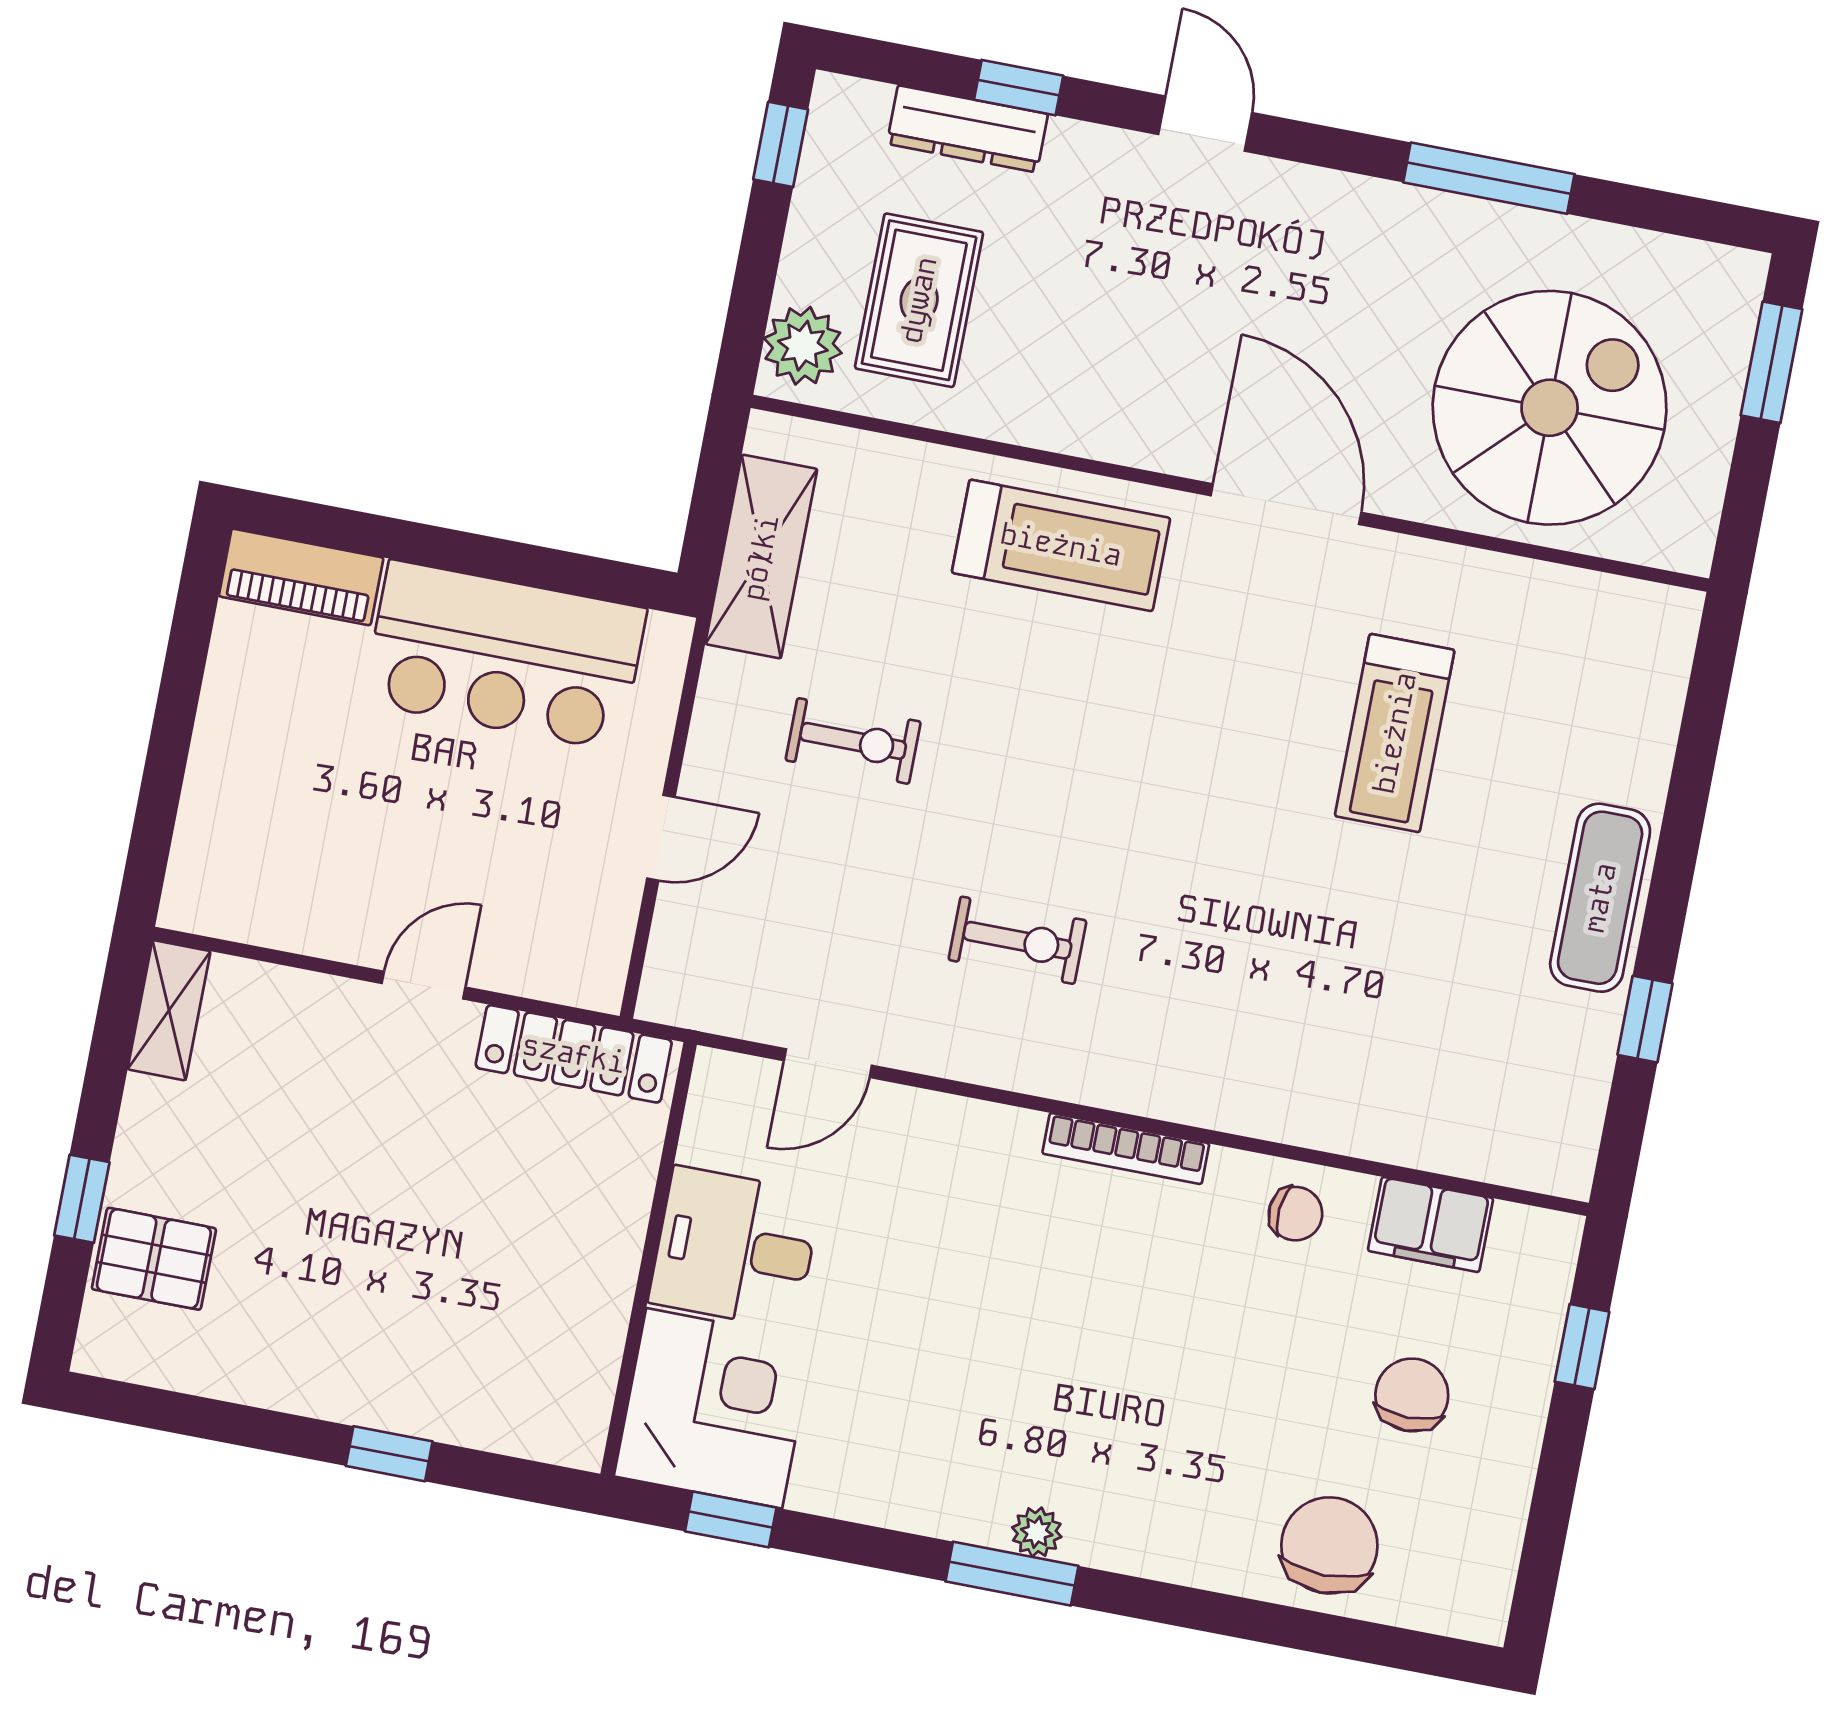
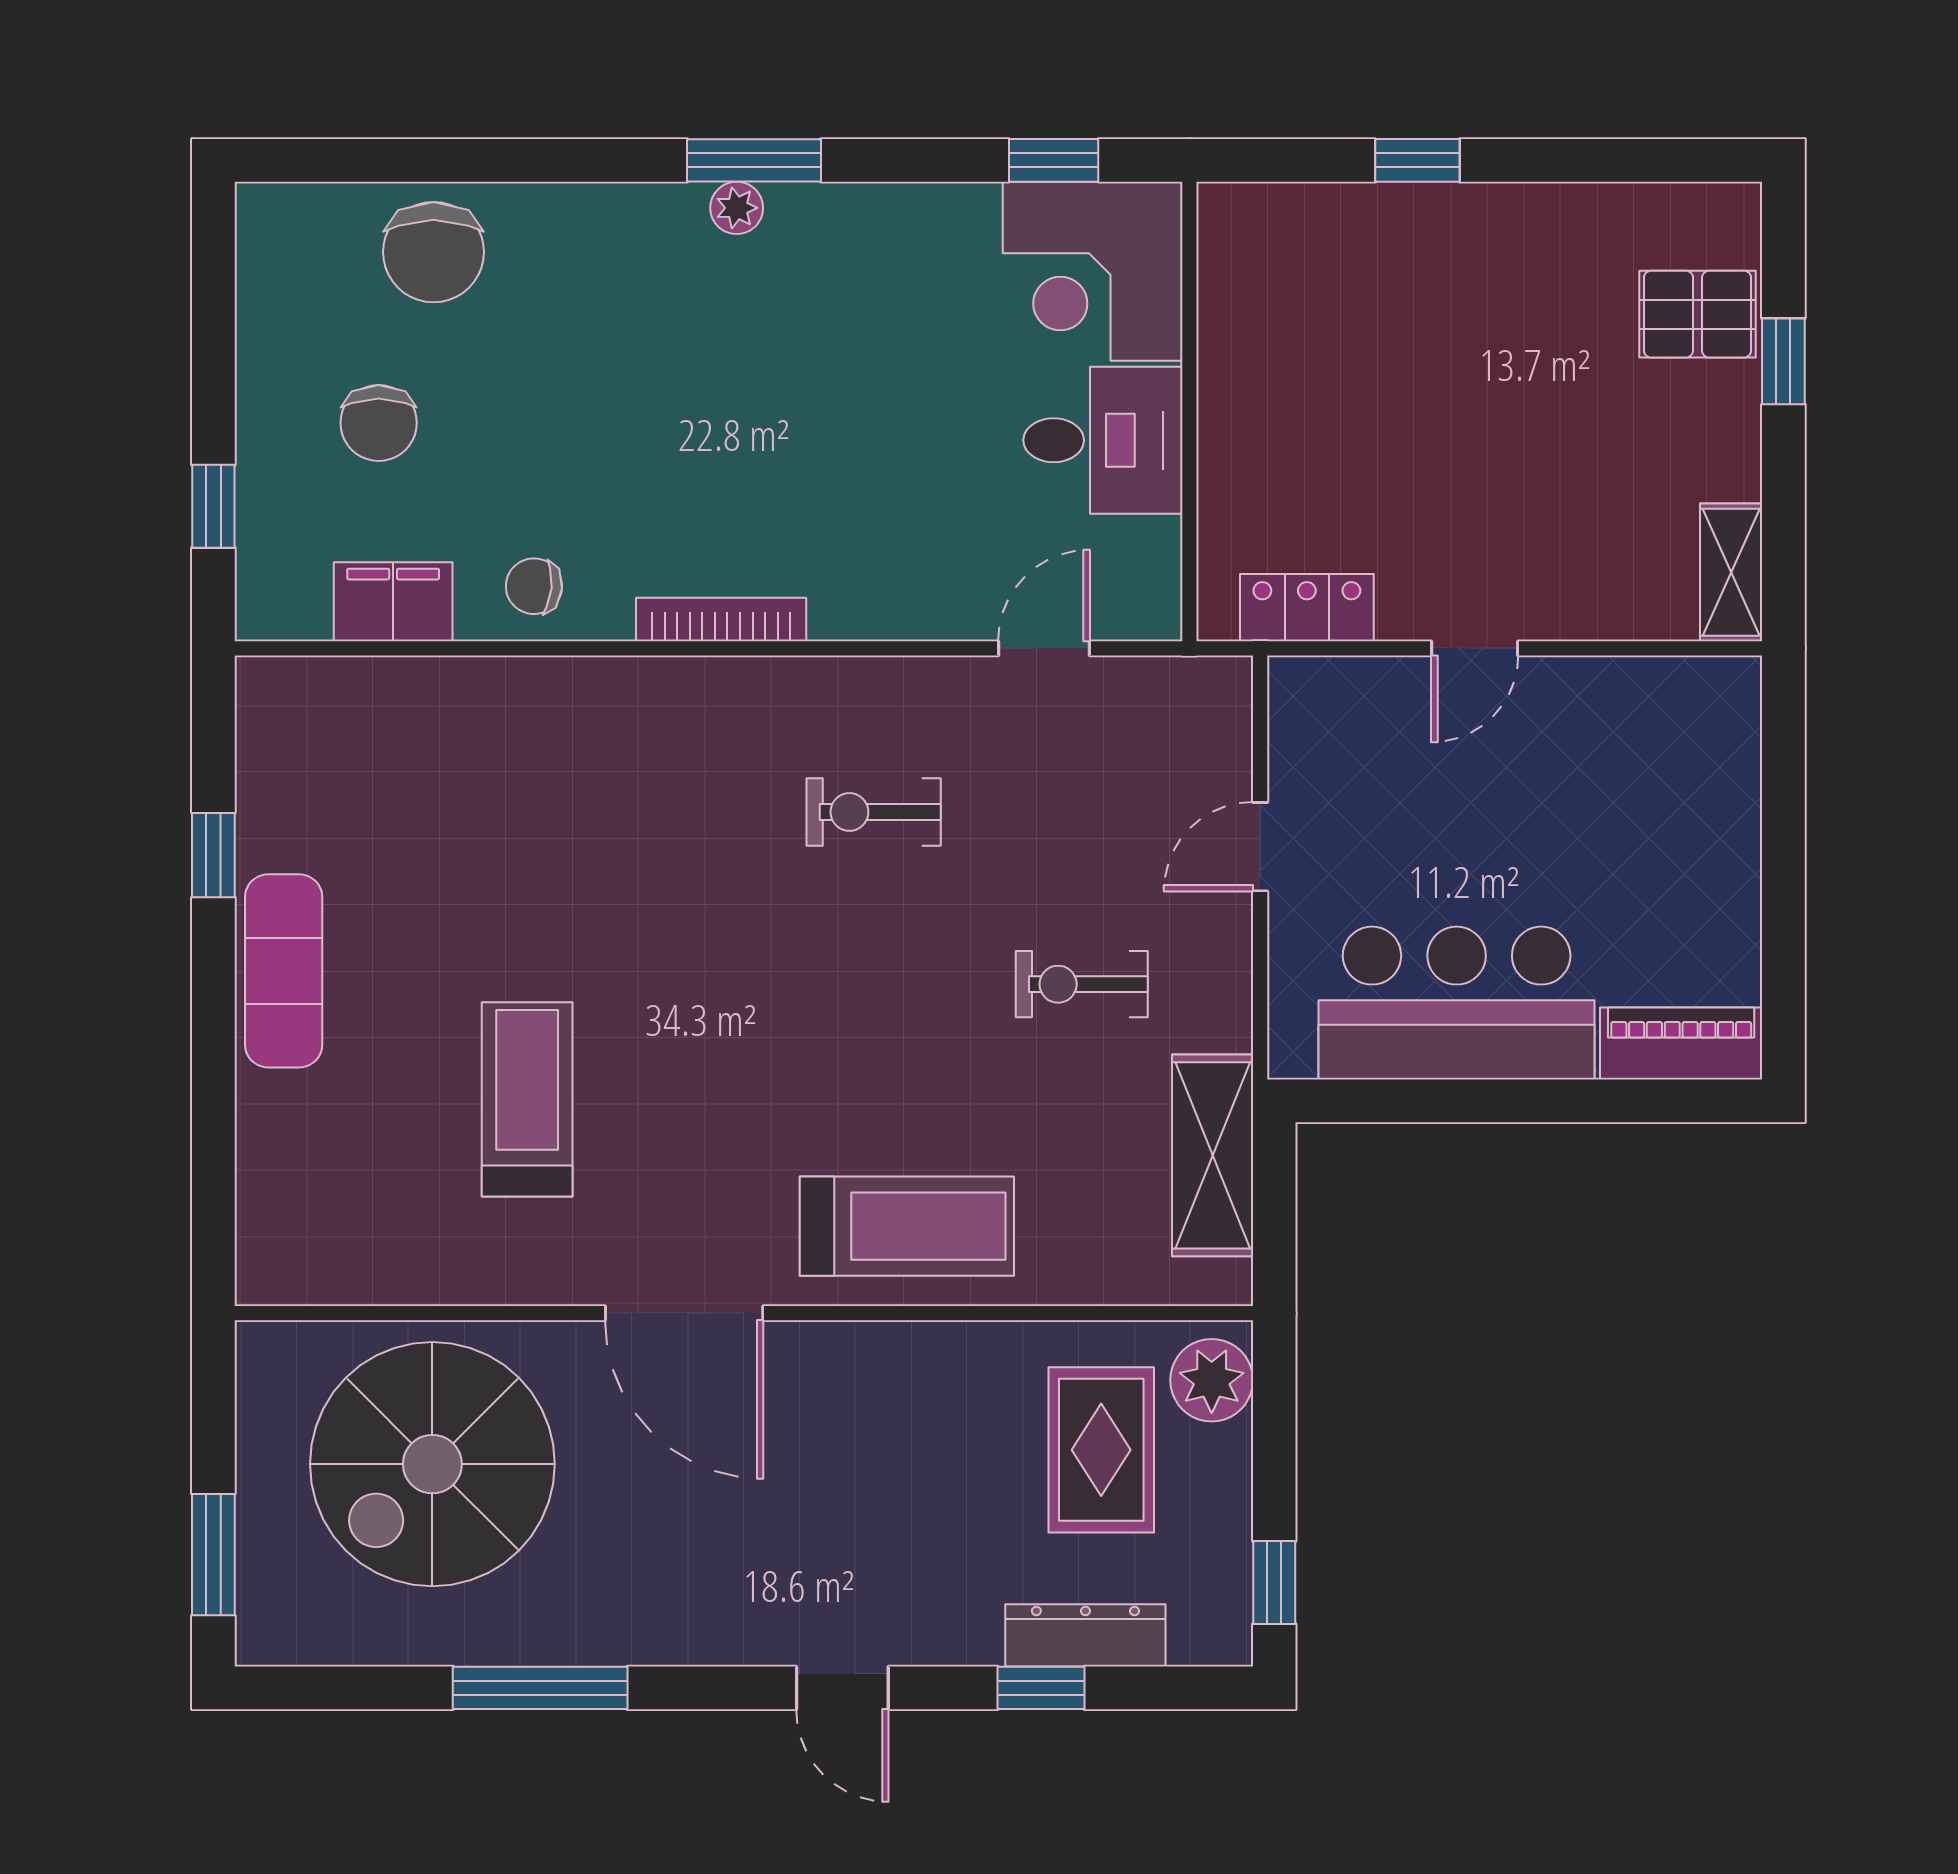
treadmill: (1061, 545) -> (907, 1226), turned 180
locker: (574, 1054) -> (1307, 608), width x0.66

